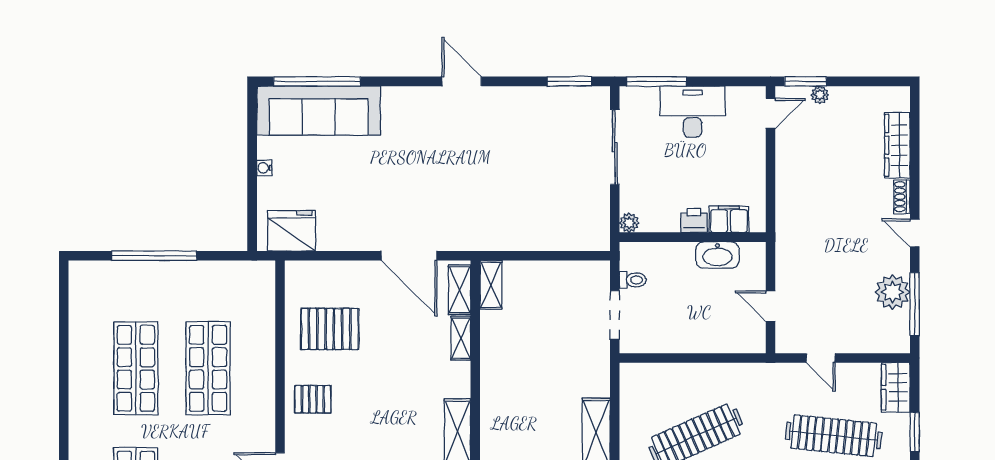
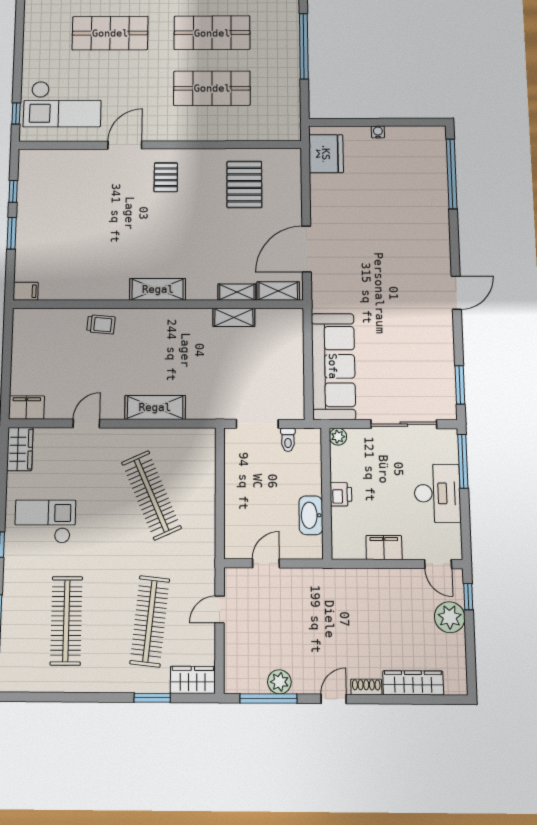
window: (806, 81) -> (468, 597), width x0.67
plant: (820, 95) -> (450, 617), width x1.87, depth x1.87
sofa: (319, 111) -> (333, 366), moved, turned 180
filing cabinet: (729, 219) -> (384, 547), moved, turned -90
shelving: (491, 285) -> (234, 317), moved
plant: (893, 292) -> (279, 682), width x0.73, depth x0.73
pallet: (313, 399) -> (166, 177), moved

